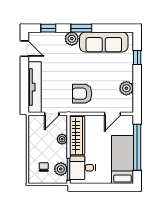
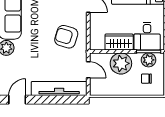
armchair: (82, 94) -> (66, 37), turned 107
wardrobe: (77, 136) -> (119, 42), width x0.67
plant: (62, 139) -> (121, 63), width x1.87, depth x1.87

